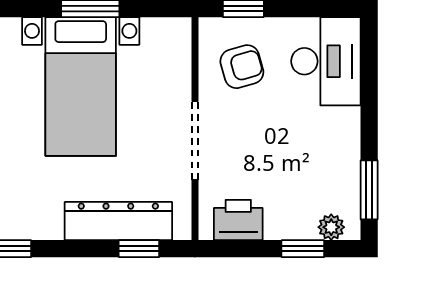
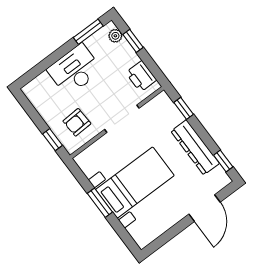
desk: (326, 61) -> (75, 70), moved
armchair: (242, 67) -> (77, 122), turned -77
dresser: (118, 221) -> (195, 147), moved

